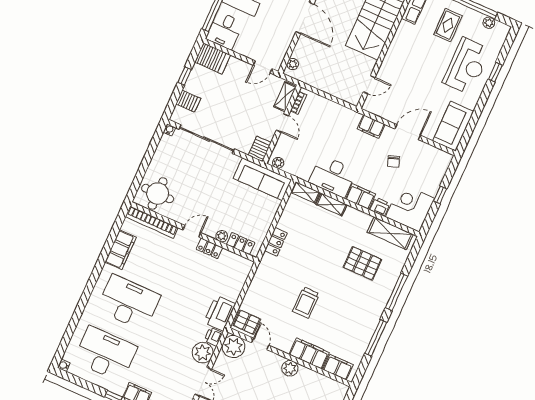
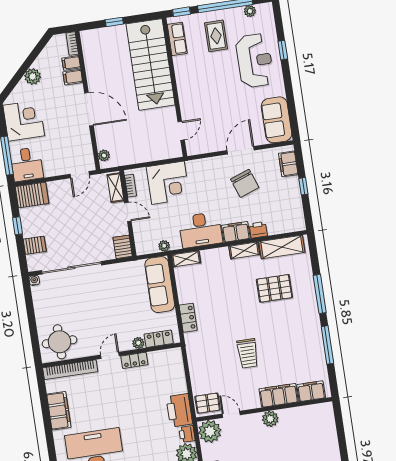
filing cabinet: (371, 127) -> (288, 164), moved, turned 90
chair: (394, 161) -> (245, 183), width x1.87, depth x1.87
plant: (278, 163) -> (164, 246), moved
sofa: (262, 179) -> (160, 285), moved, turned 90
shelving: (332, 205) -> (244, 250), moved
corner desk: (410, 208) -> (168, 183), moved, turned 180

